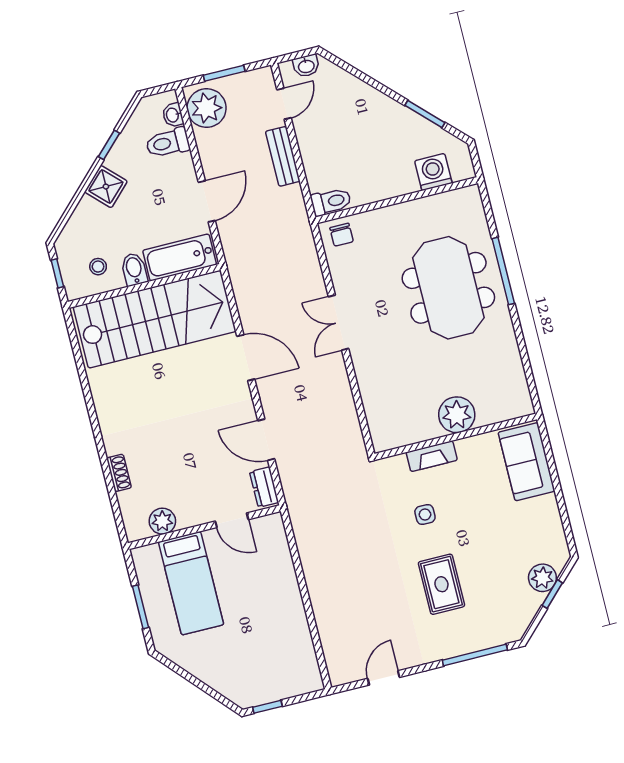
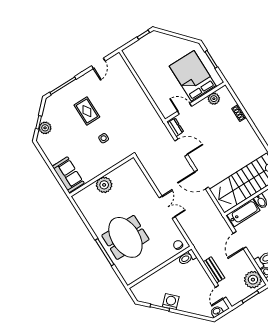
washing machine: (433, 172) -> (171, 302), moved, turned -135
fireplace: (432, 456) -> (109, 164), removed
bed: (191, 583) -> (193, 76), width x1.50

